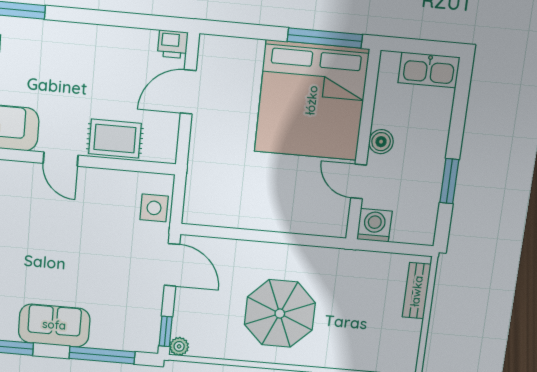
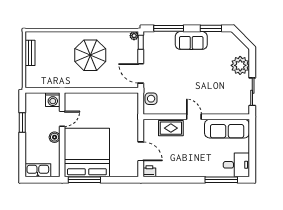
door: (188, 92) -> (141, 151), hinge flipped
door: (359, 181) -> (62, 119), hinge flipped
bench: (417, 291) -> (30, 53), moved

